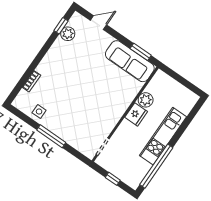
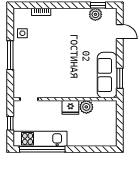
kitchen unit: (163, 136) -> (40, 139), moved

